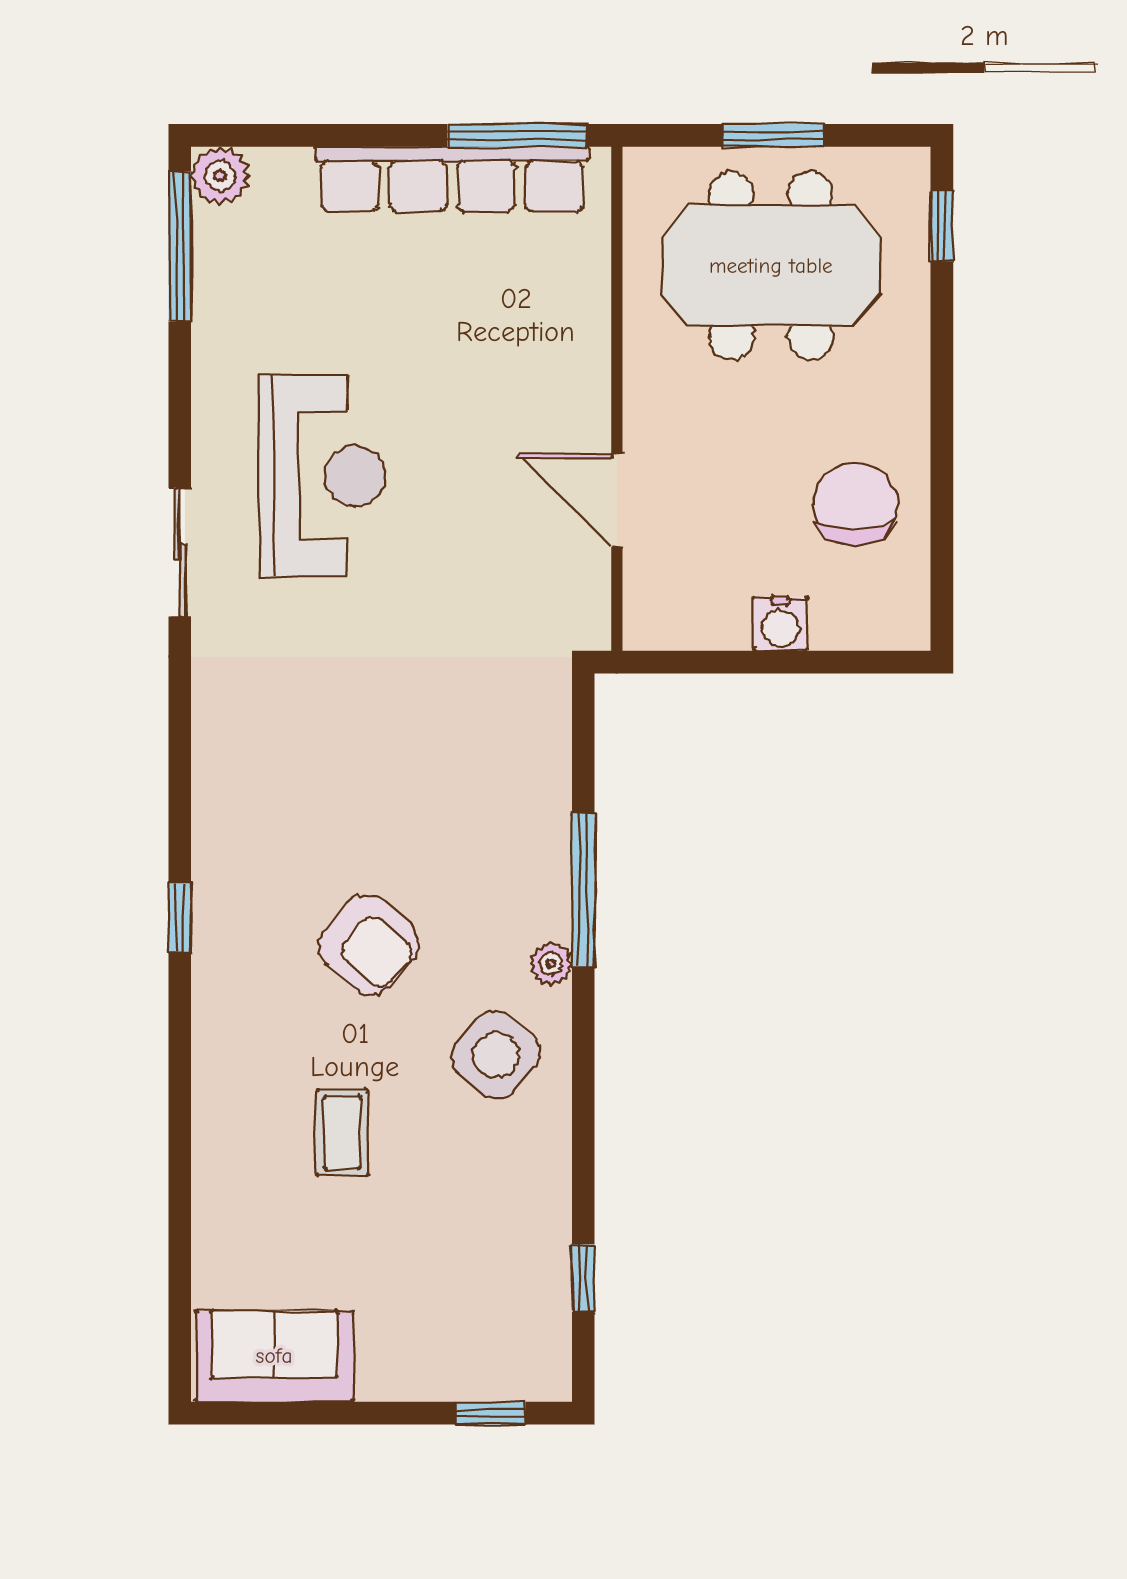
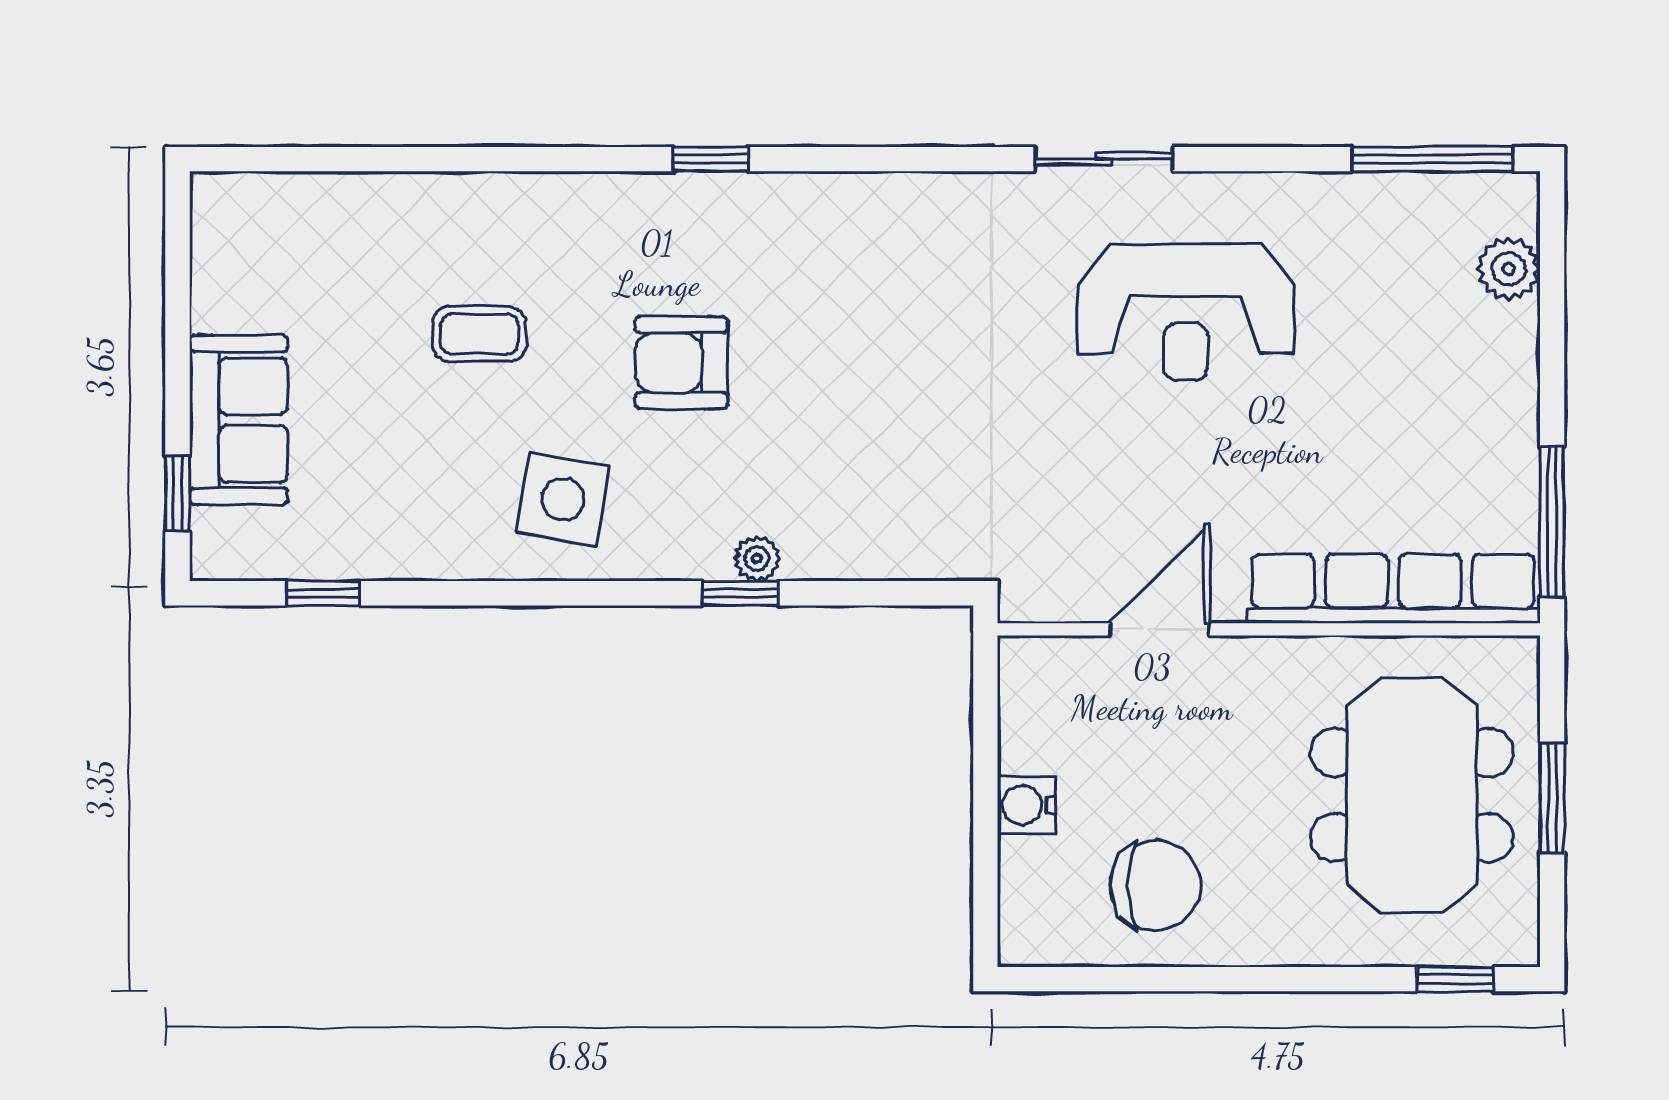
plant: (220, 176) -> (1509, 269), moved
row of seats: (452, 179) -> (1393, 589), moved, turned 90
window: (583, 890) -> (740, 593), width x0.46
armchair: (369, 945) -> (681, 363), turned 49
plant: (551, 964) -> (757, 558), moved
side table: (496, 1055) -> (563, 499), turned -31
sofa: (274, 1356) -> (239, 420), moved

